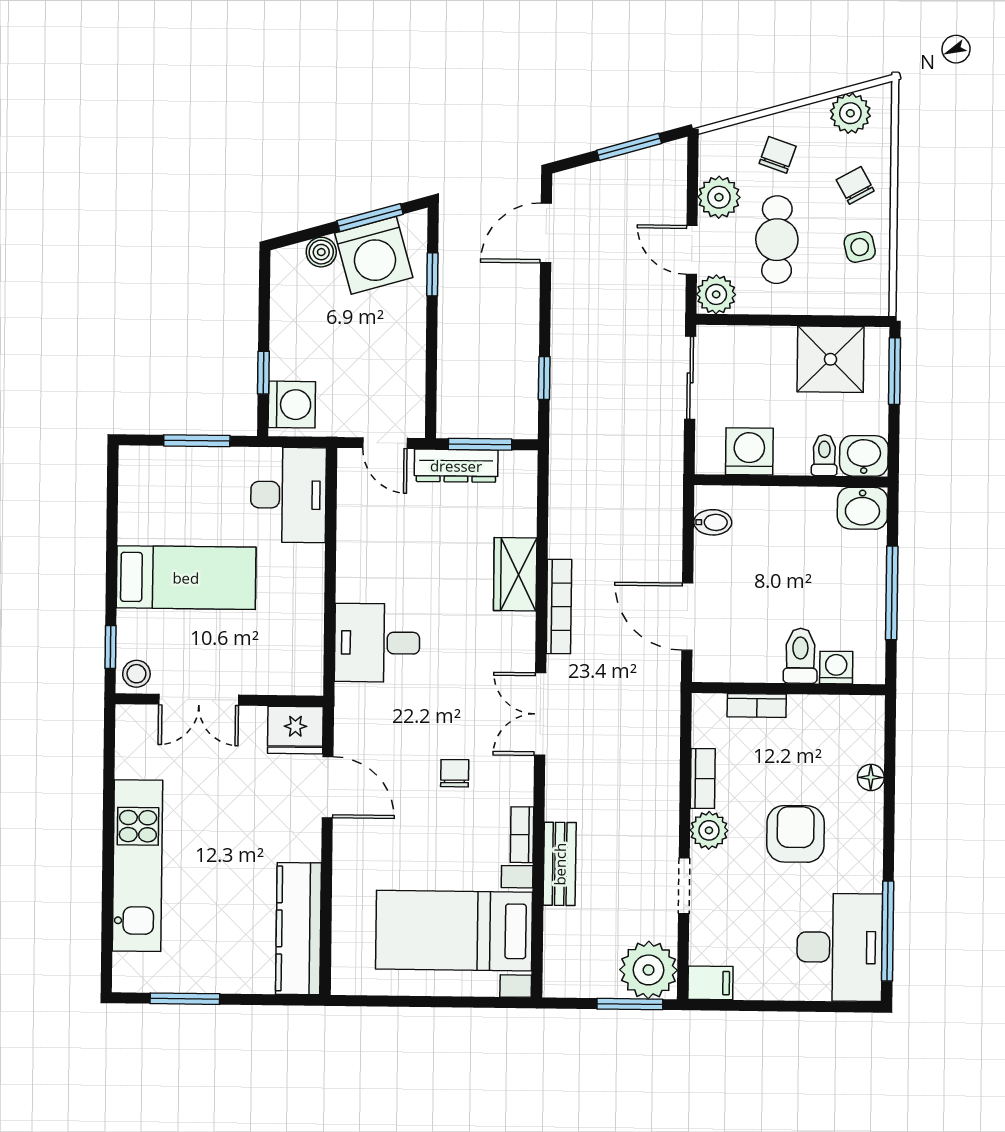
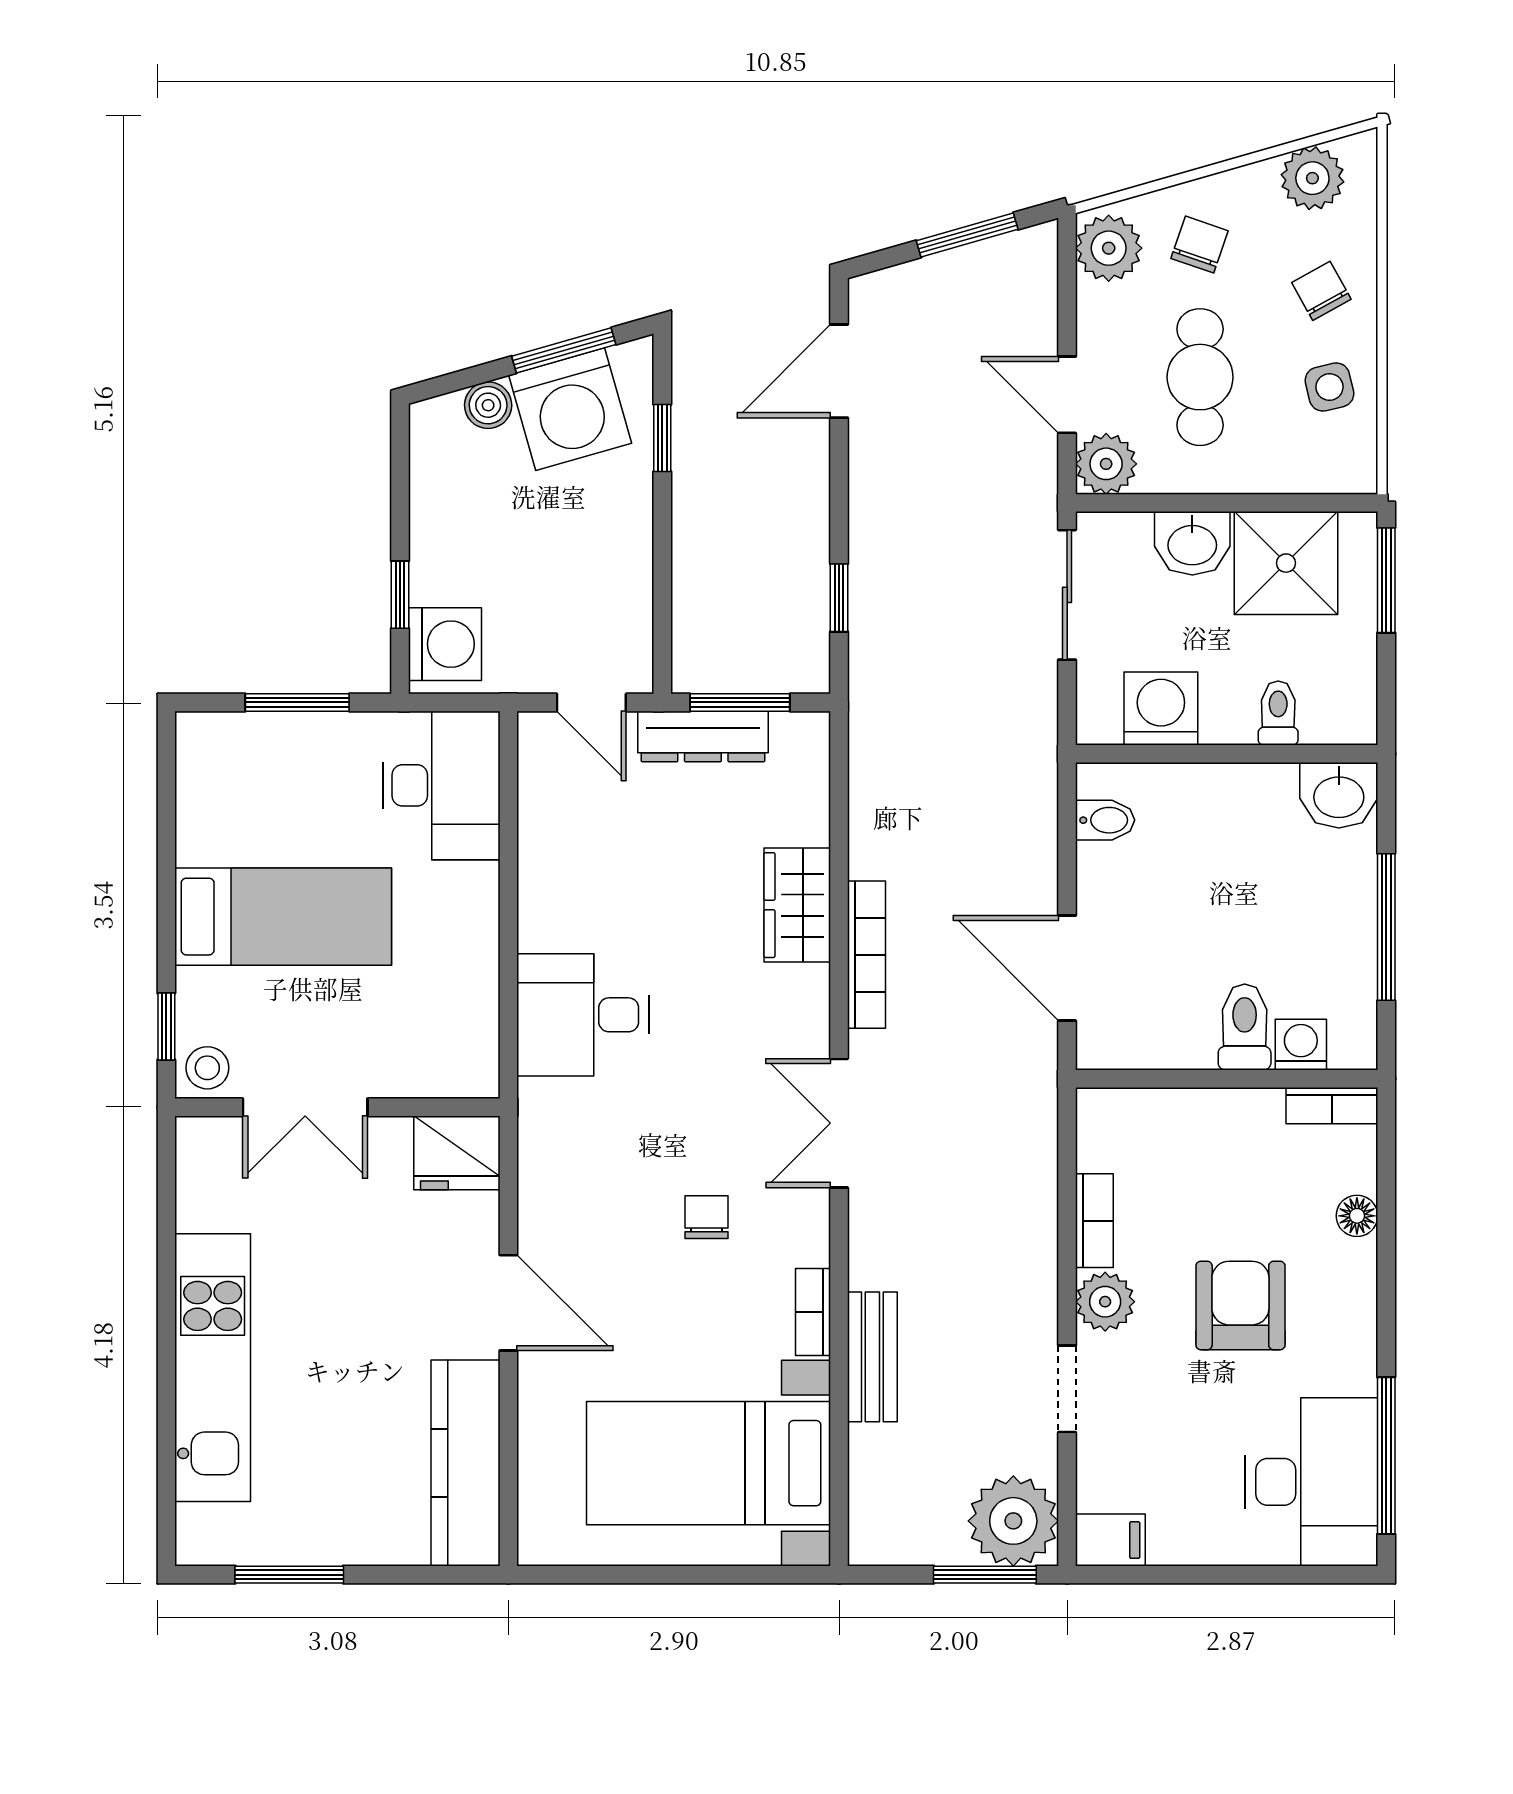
plant: (719, 197) -> (1109, 248), moved
washbasin: (864, 456) -> (1192, 543), moved, turned 180
bookcase: (757, 706) -> (1332, 1106), moved
door: (328, 787) -> (508, 1303), moved

